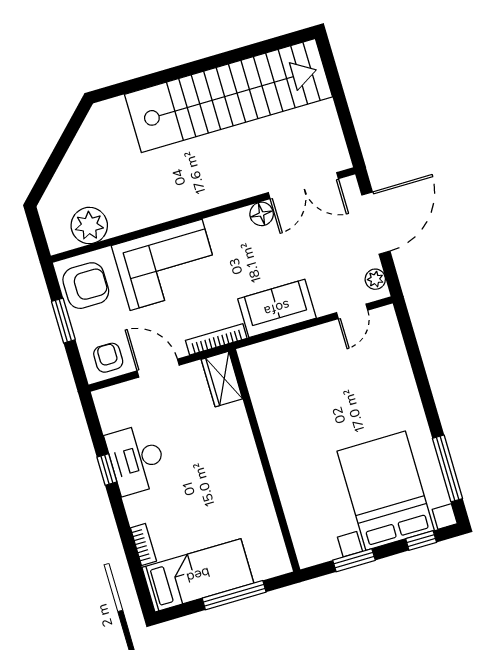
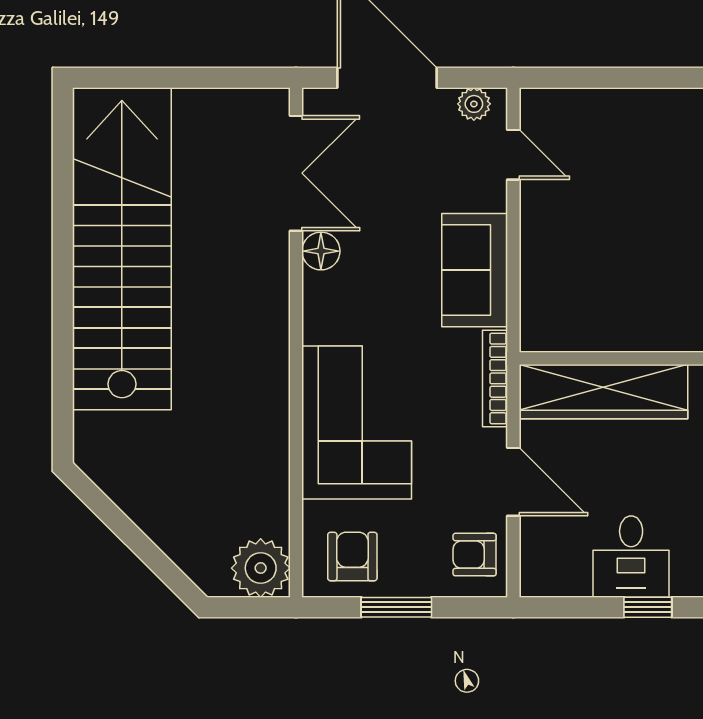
plant: (89, 226) -> (261, 568), moved
armchair: (86, 286) -> (352, 557), width x0.72, depth x0.72
door: (158, 368) -> (513, 482), swing flipped
wardrobe: (222, 379) -> (603, 392), width x2.10, depth x1.17
desk: (137, 459) -> (631, 557), width x0.73

